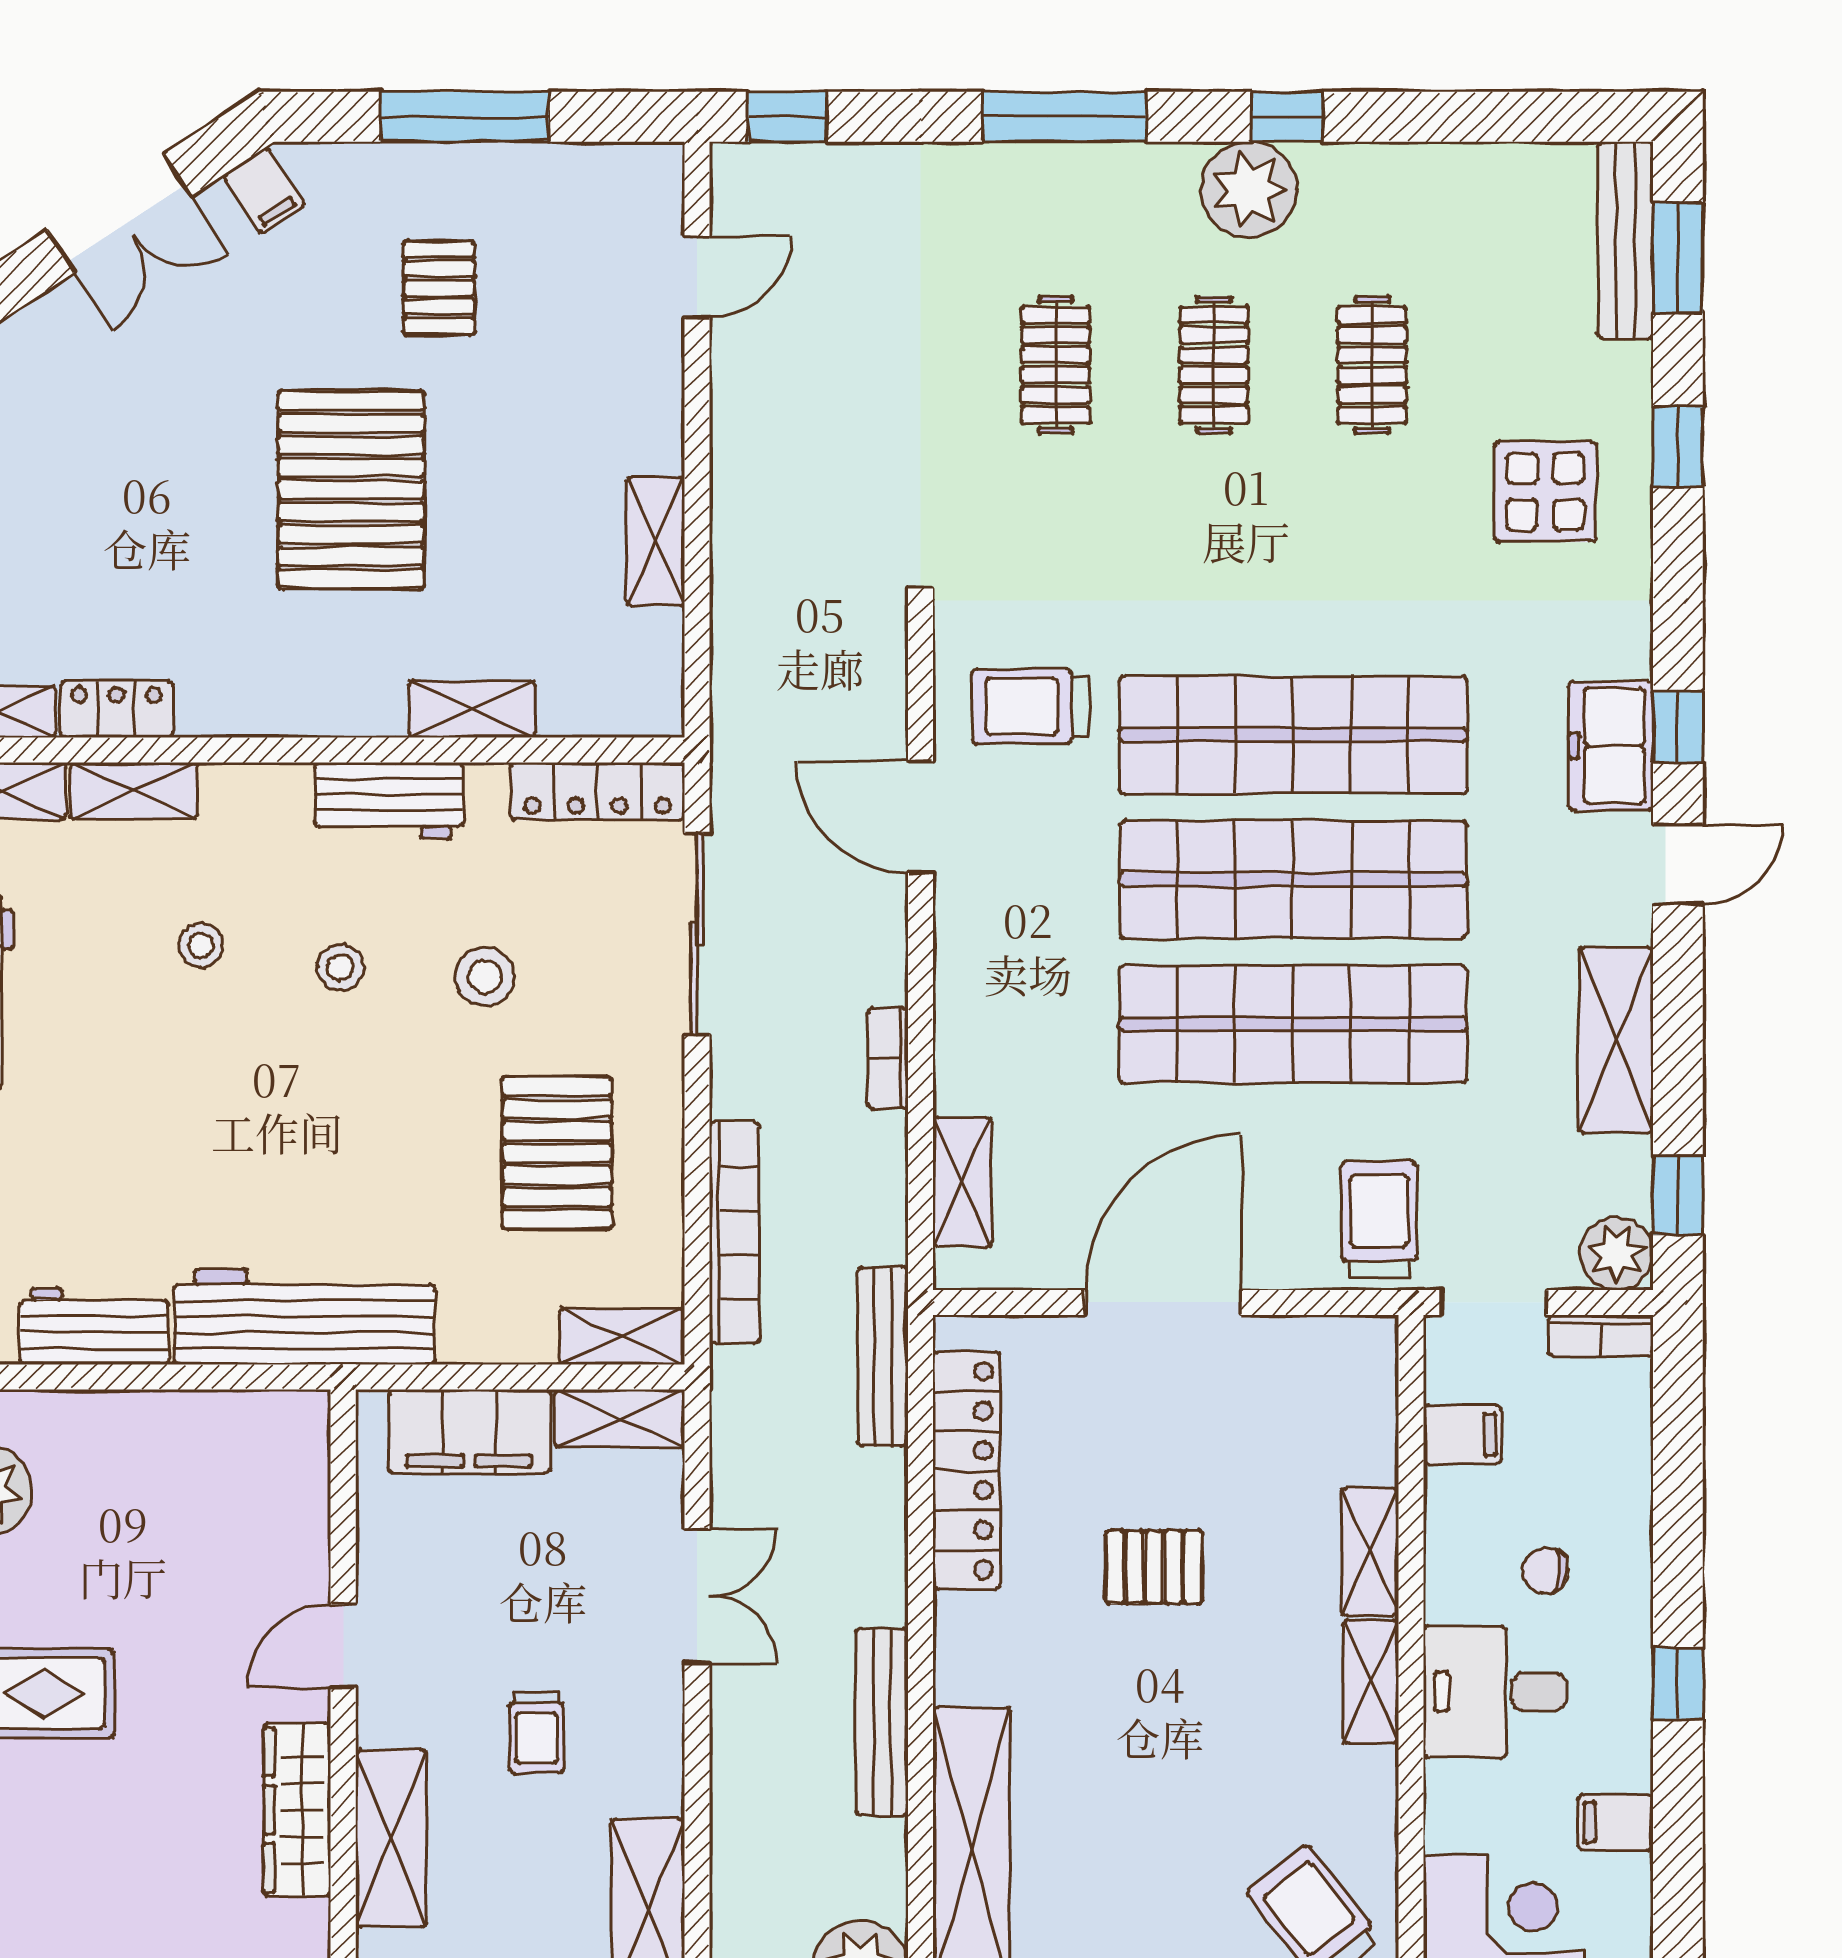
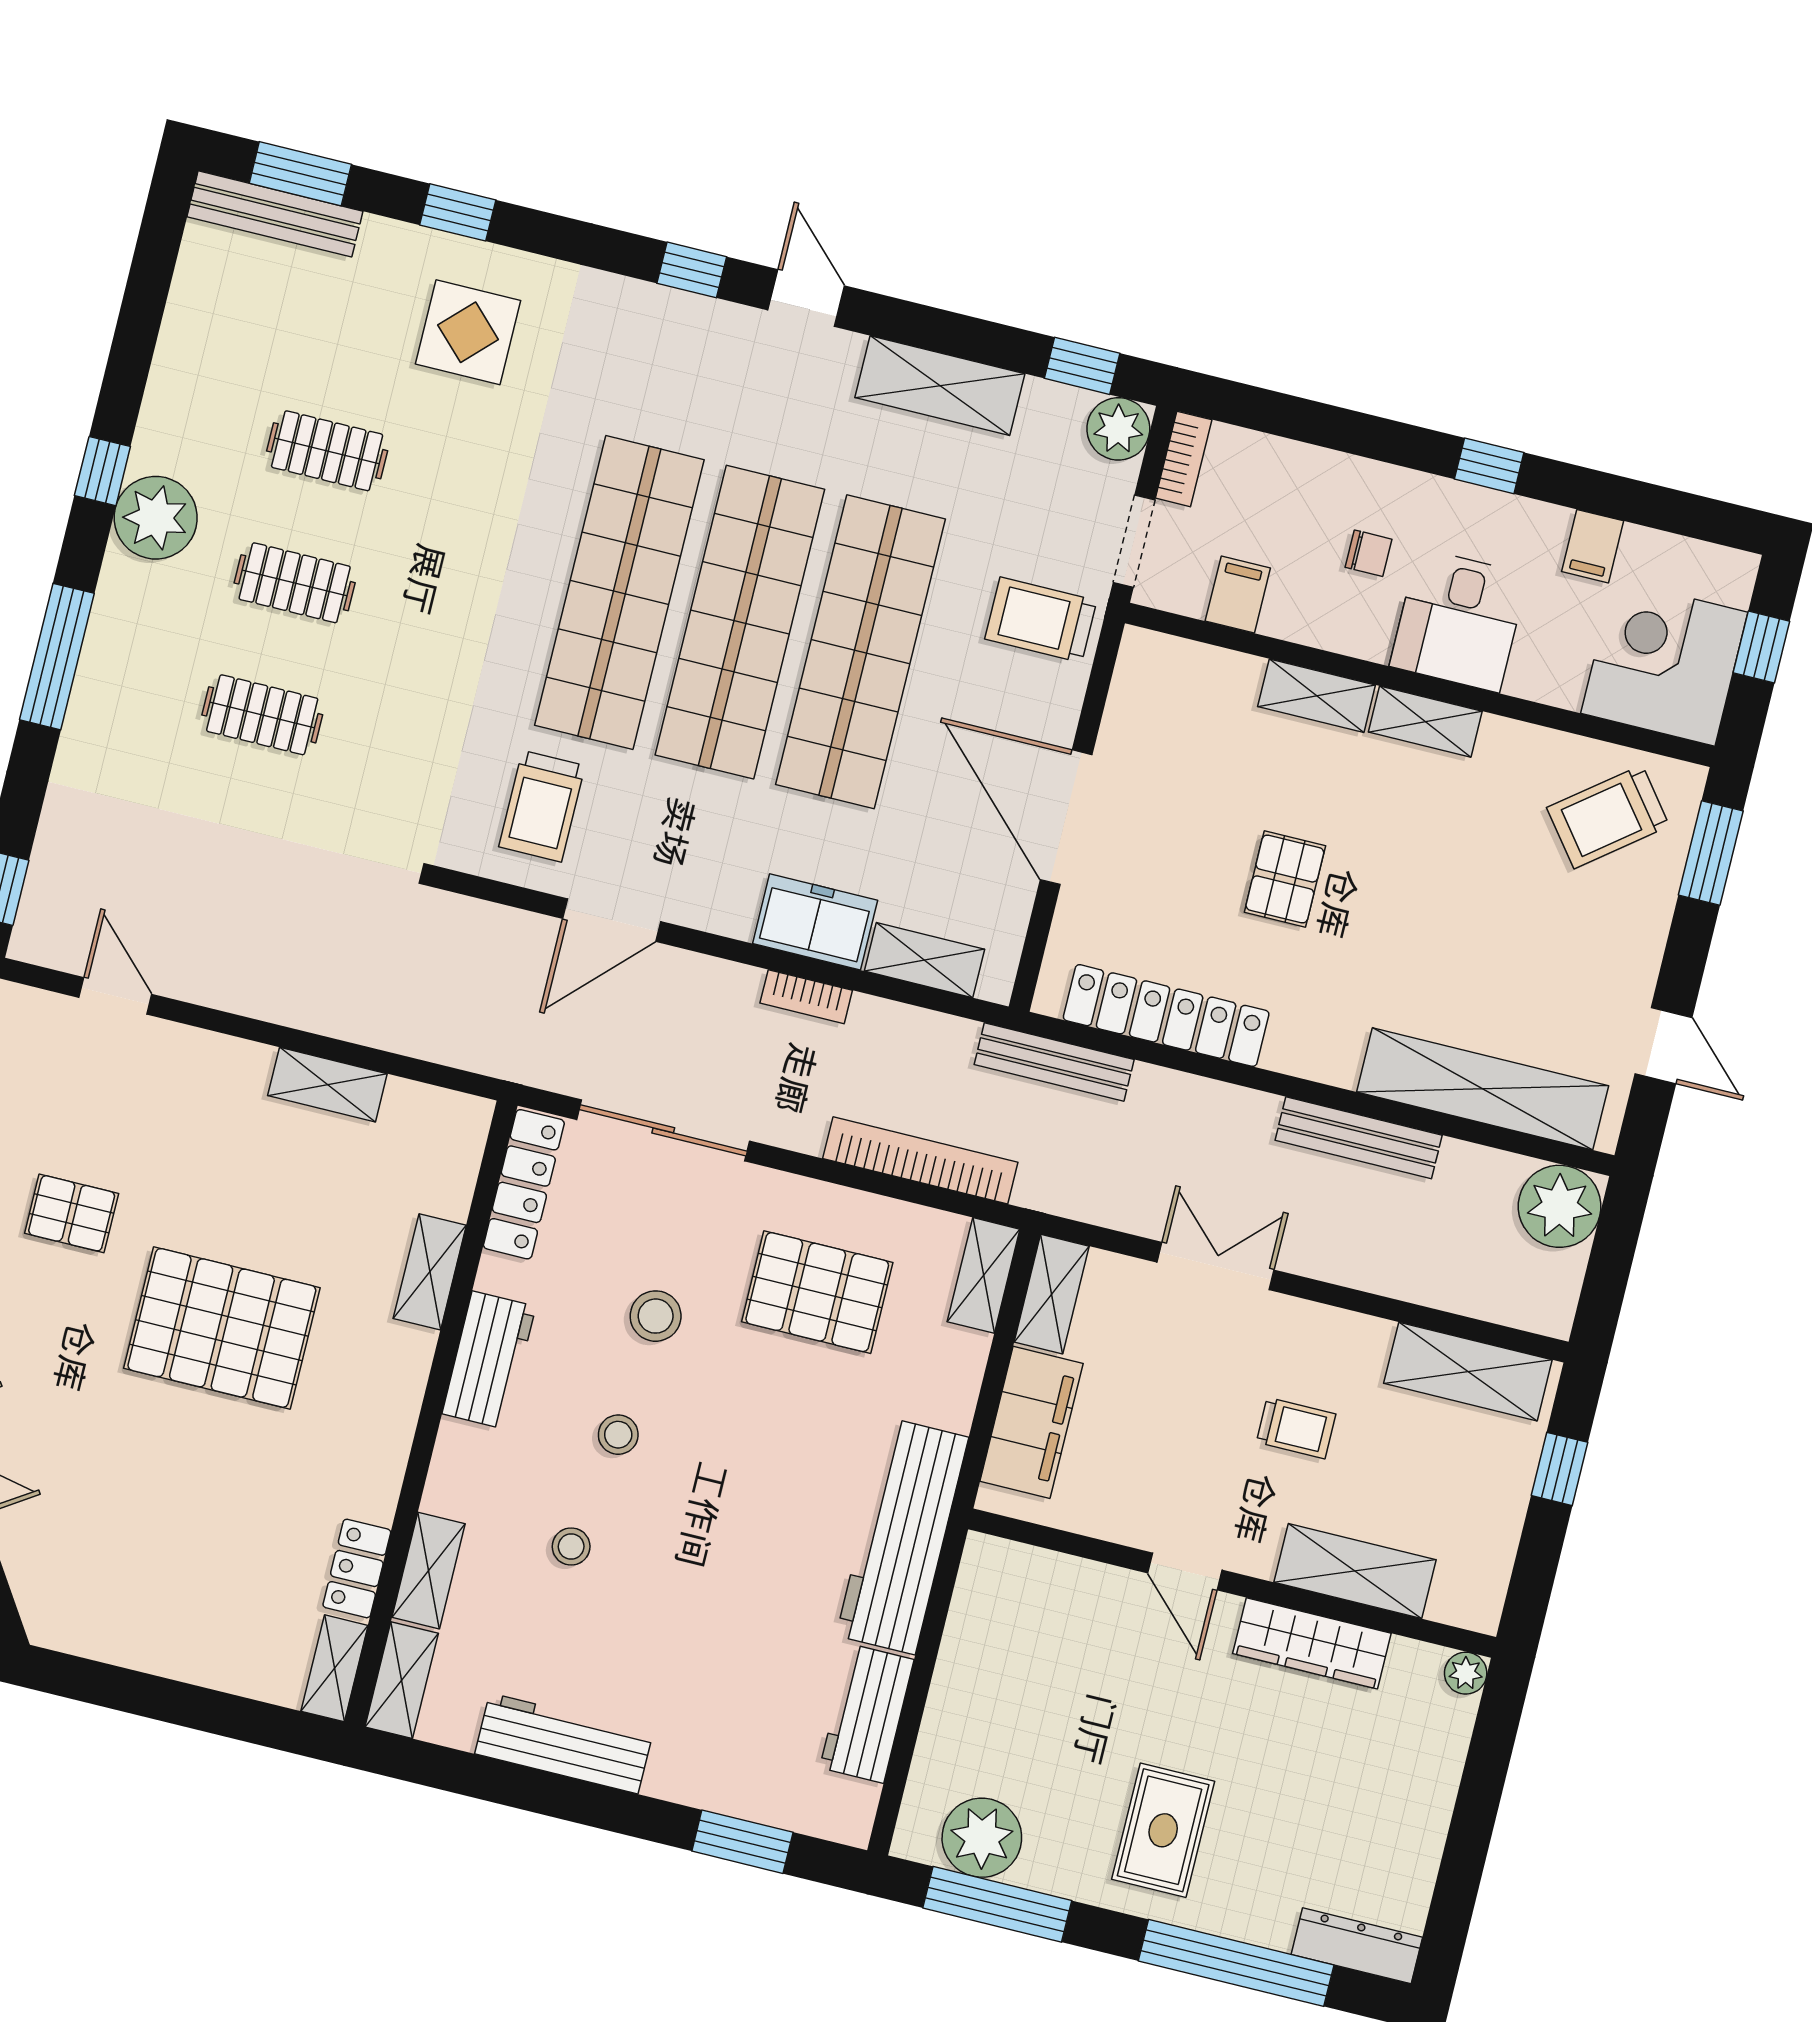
freezer: (1611, 746) -> (815, 922), moved, turned 180
chair: (1545, 1571) -> (1368, 553), turned -96

